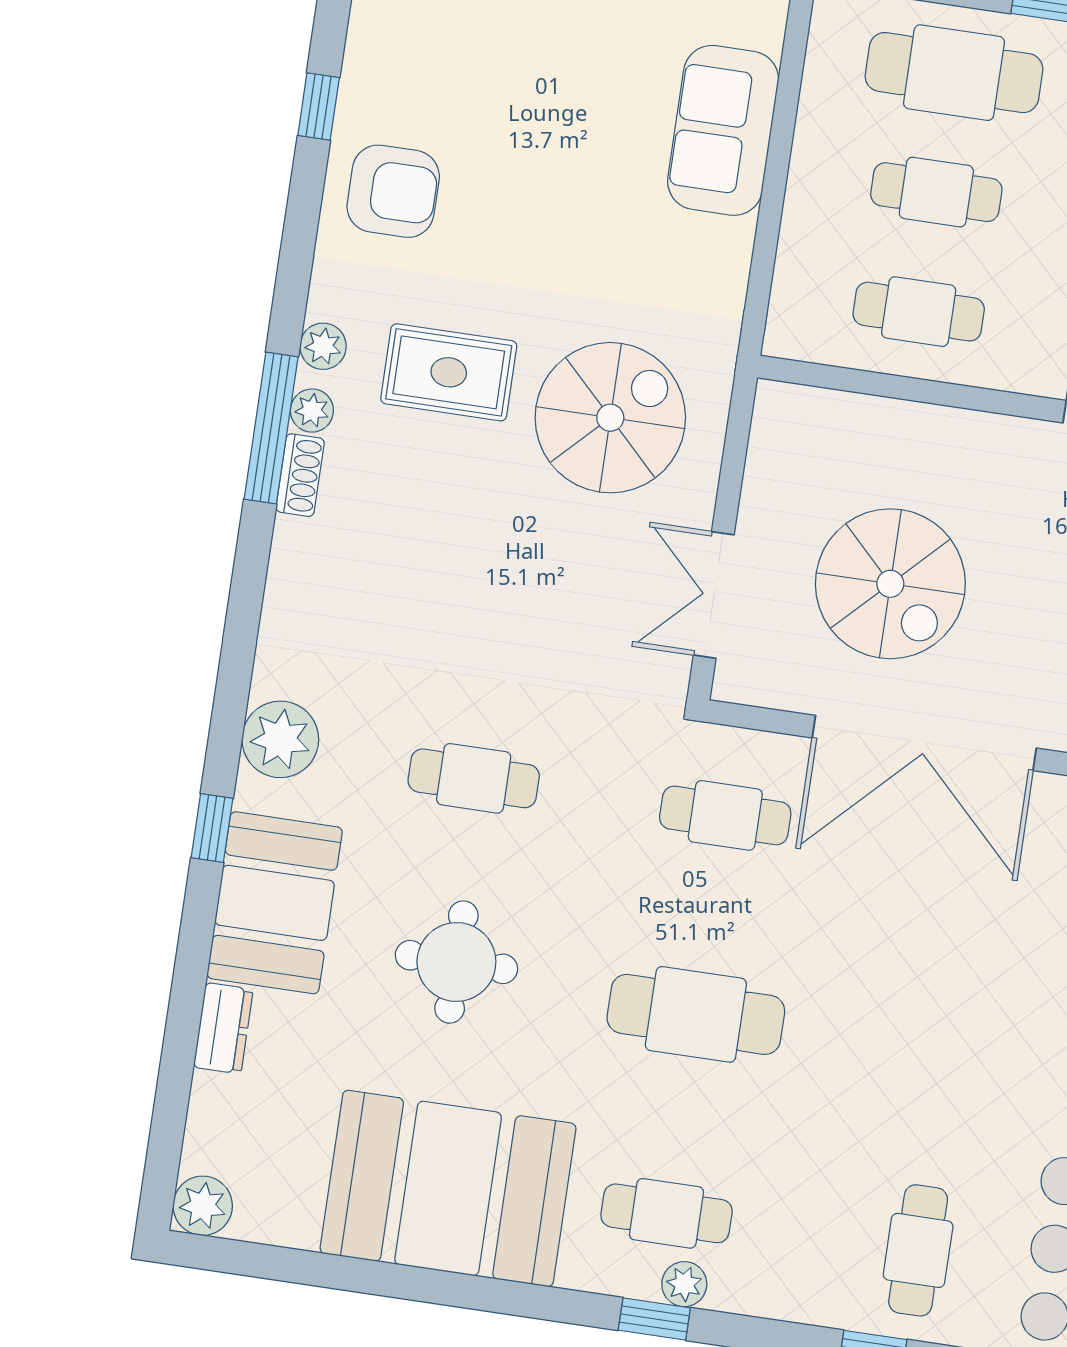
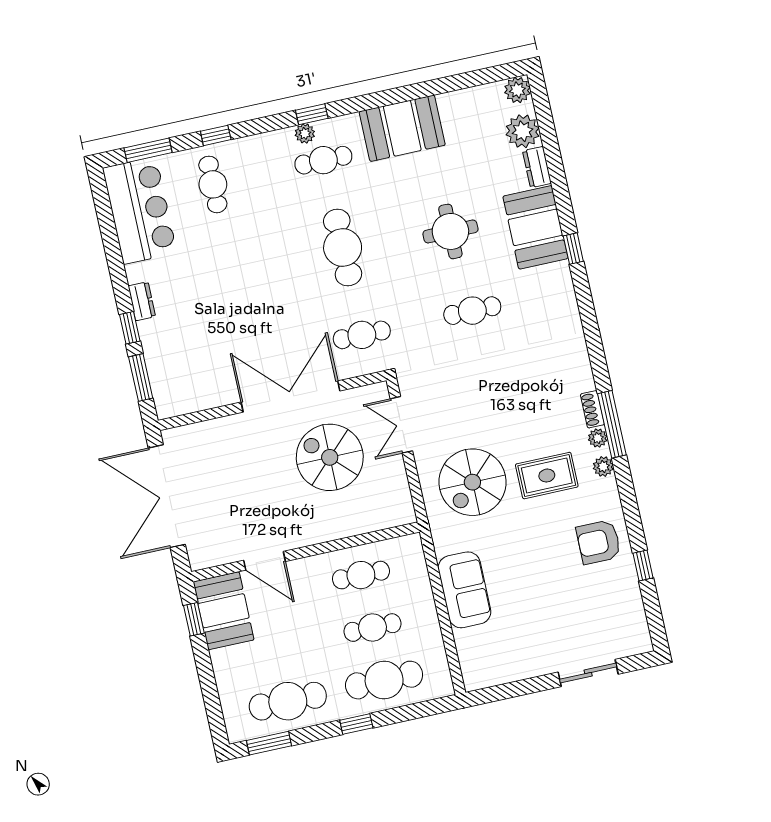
sofa: (723, 130) -> (464, 590), moved
double door: (714, 595) -> (401, 425), swing flipped
plant: (280, 739) -> (523, 131), moved
cafe table: (696, 1014) -> (343, 248), turned 90
booth: (448, 1188) -> (402, 128), width x0.73, depth x0.70

